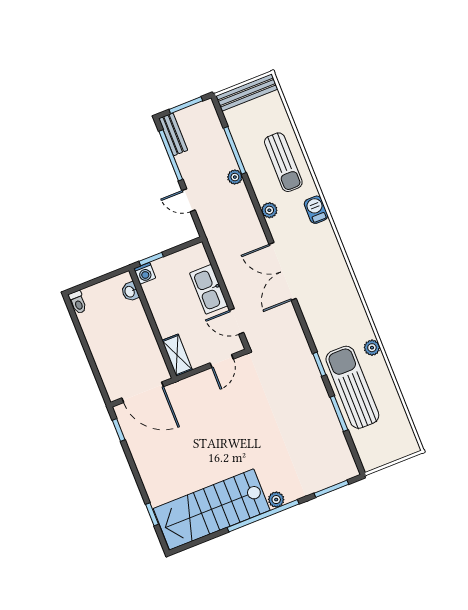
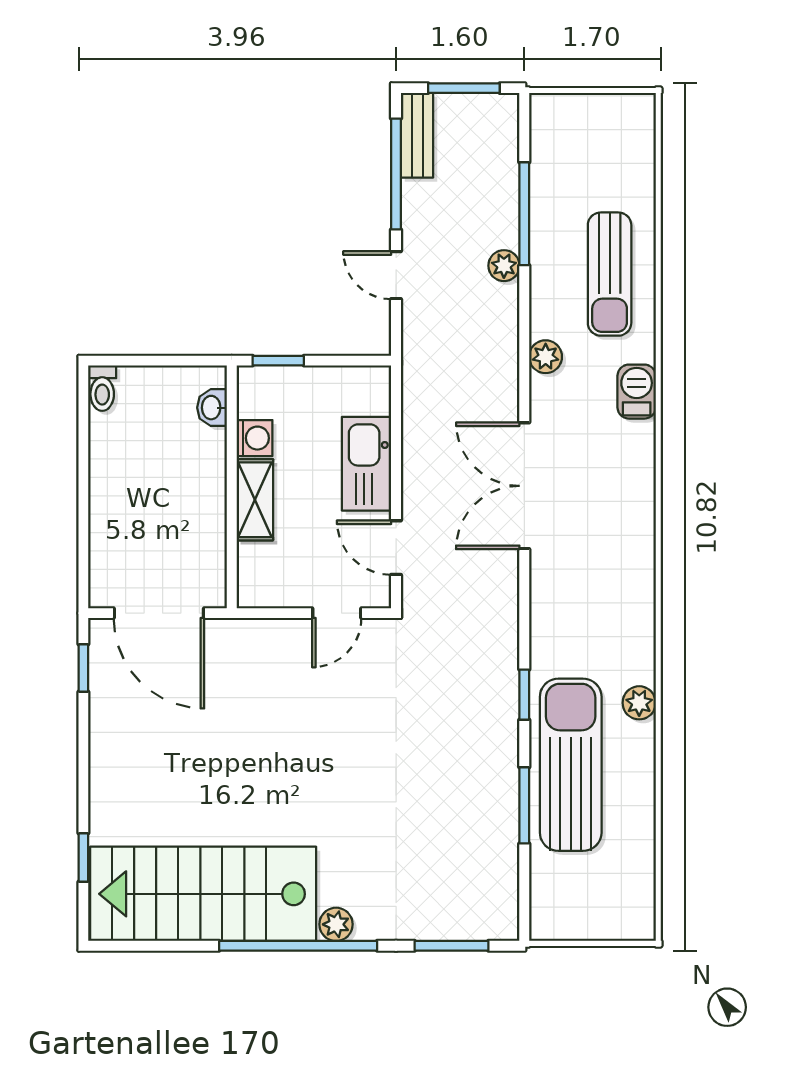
bench: (247, 93) -> (592, 110), removed
washing machine: (145, 273) -> (255, 438), moved, turned -90
shelving: (177, 355) -> (255, 500), moved

